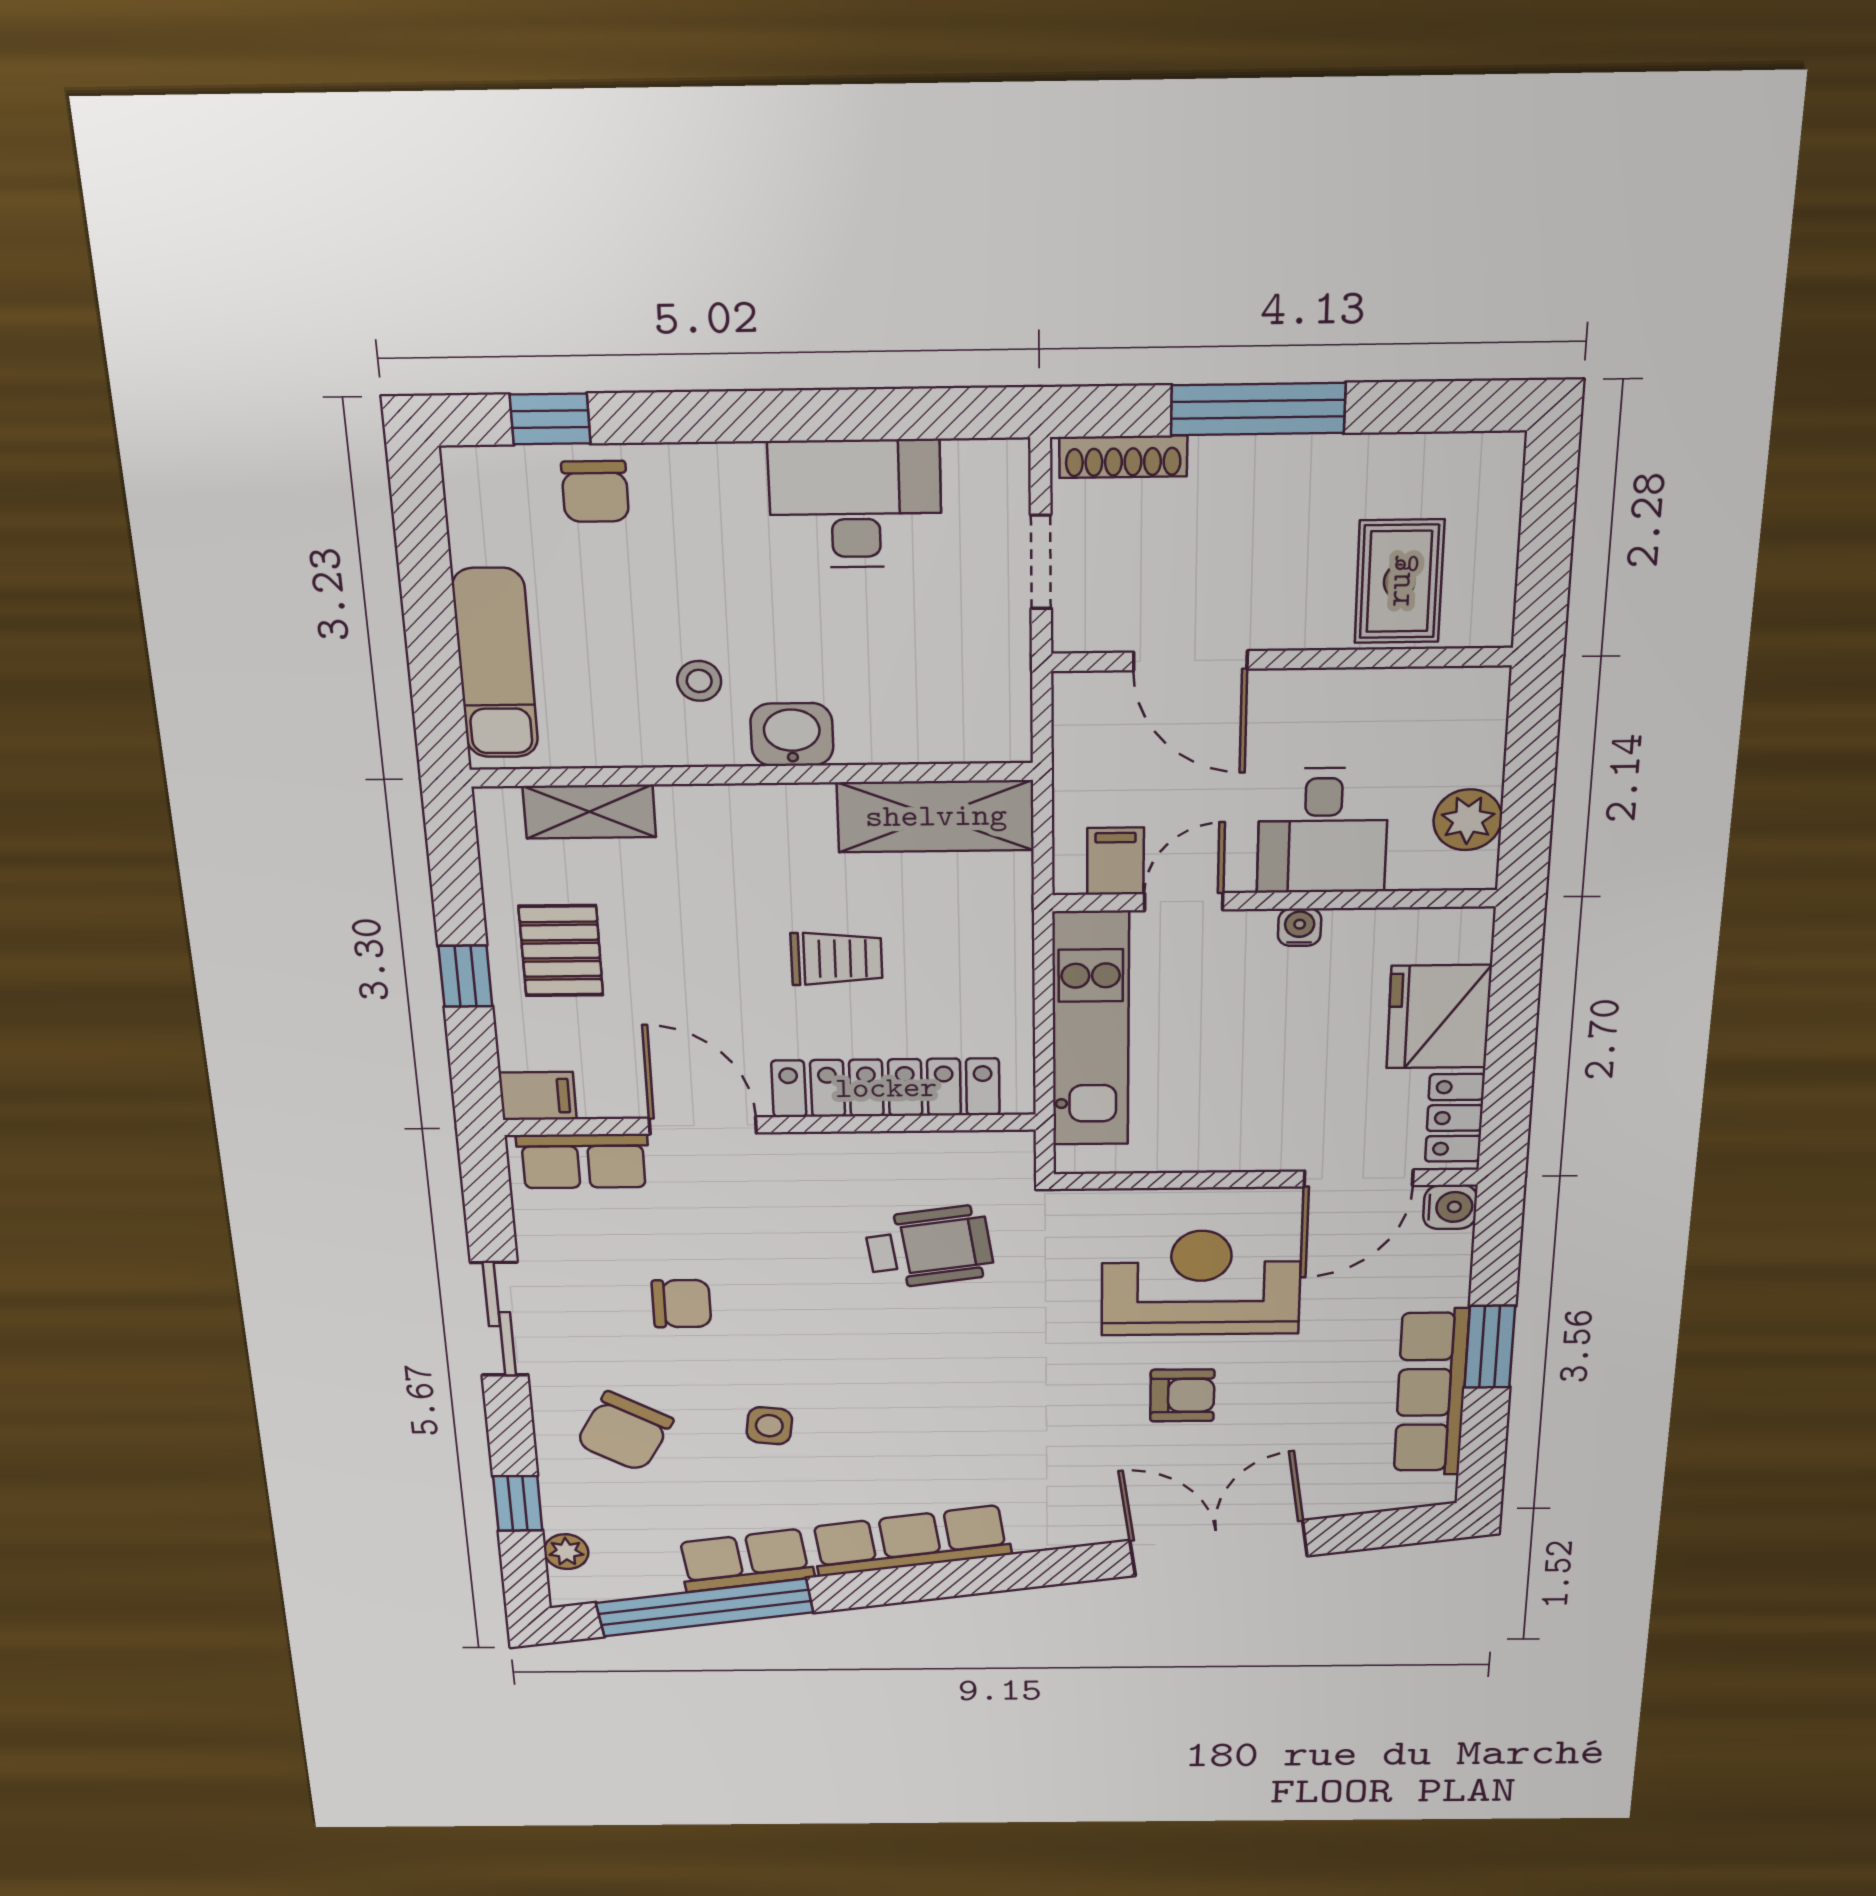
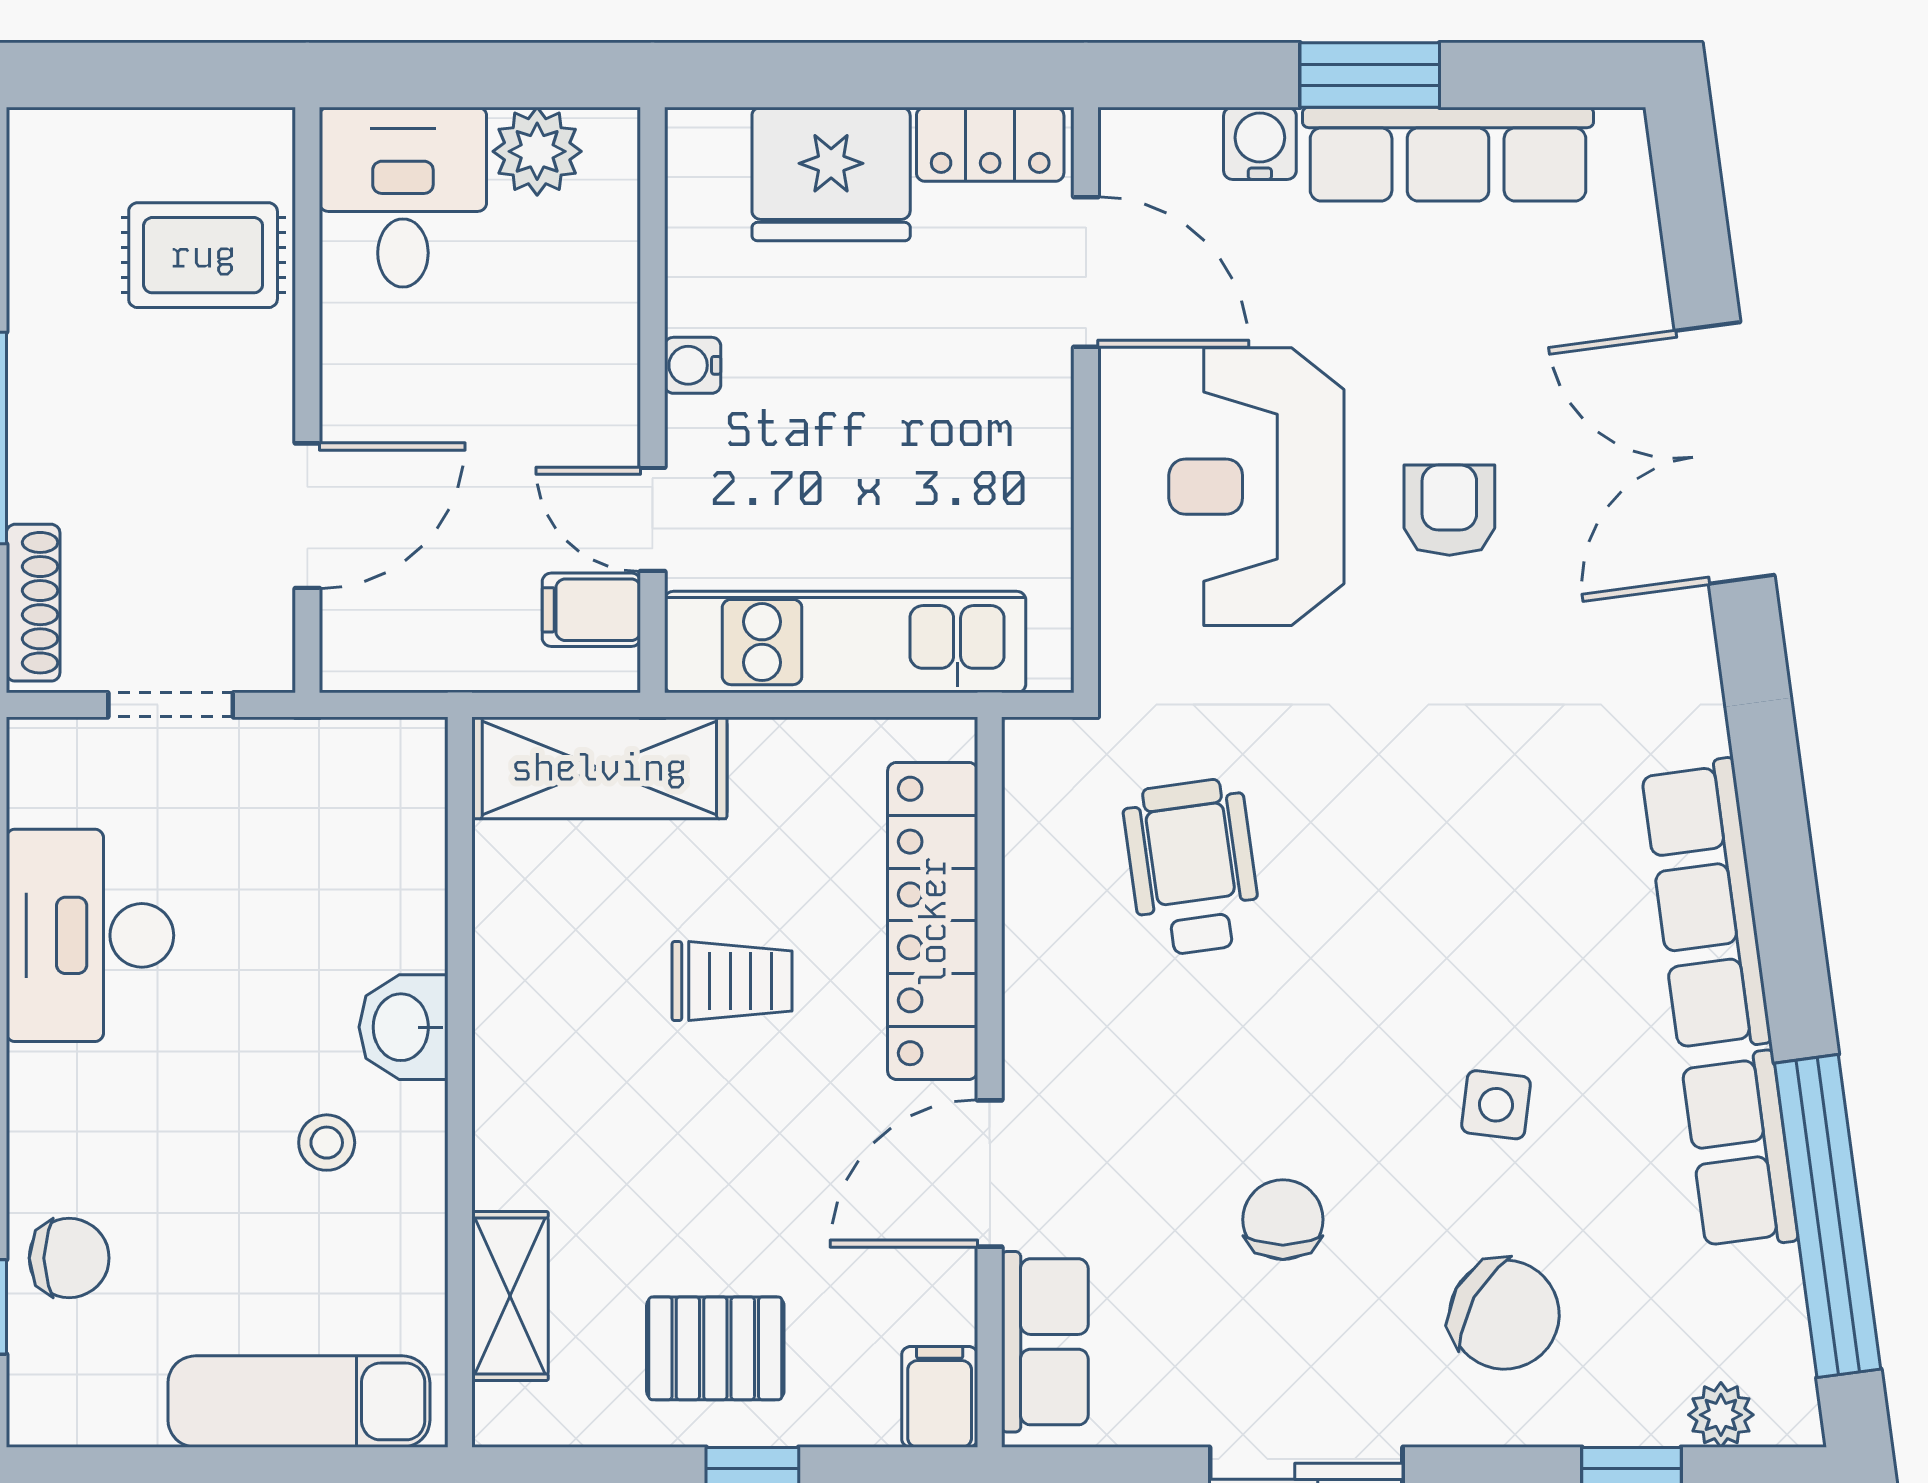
shelving: (936, 816) -> (599, 768), moved, turned 90
desk: (1323, 831) -> (403, 197), moved, turned -90
trolley: (837, 959) -> (732, 981), turned 90
water cooler: (1450, 1207) -> (1260, 143), moved

